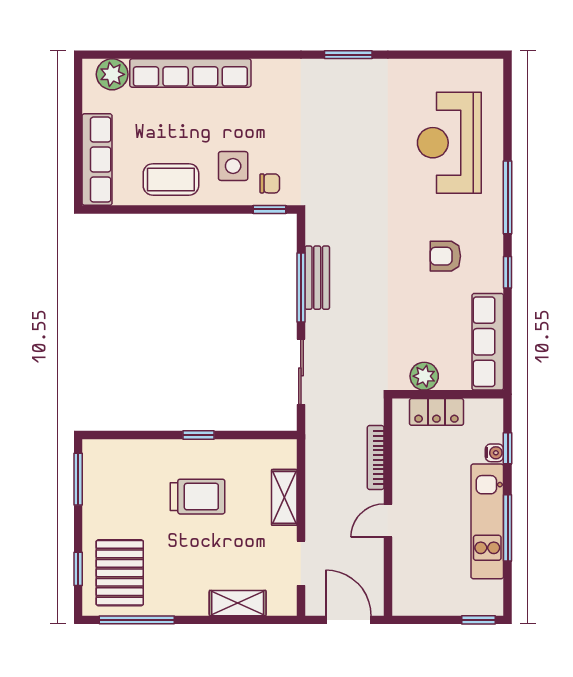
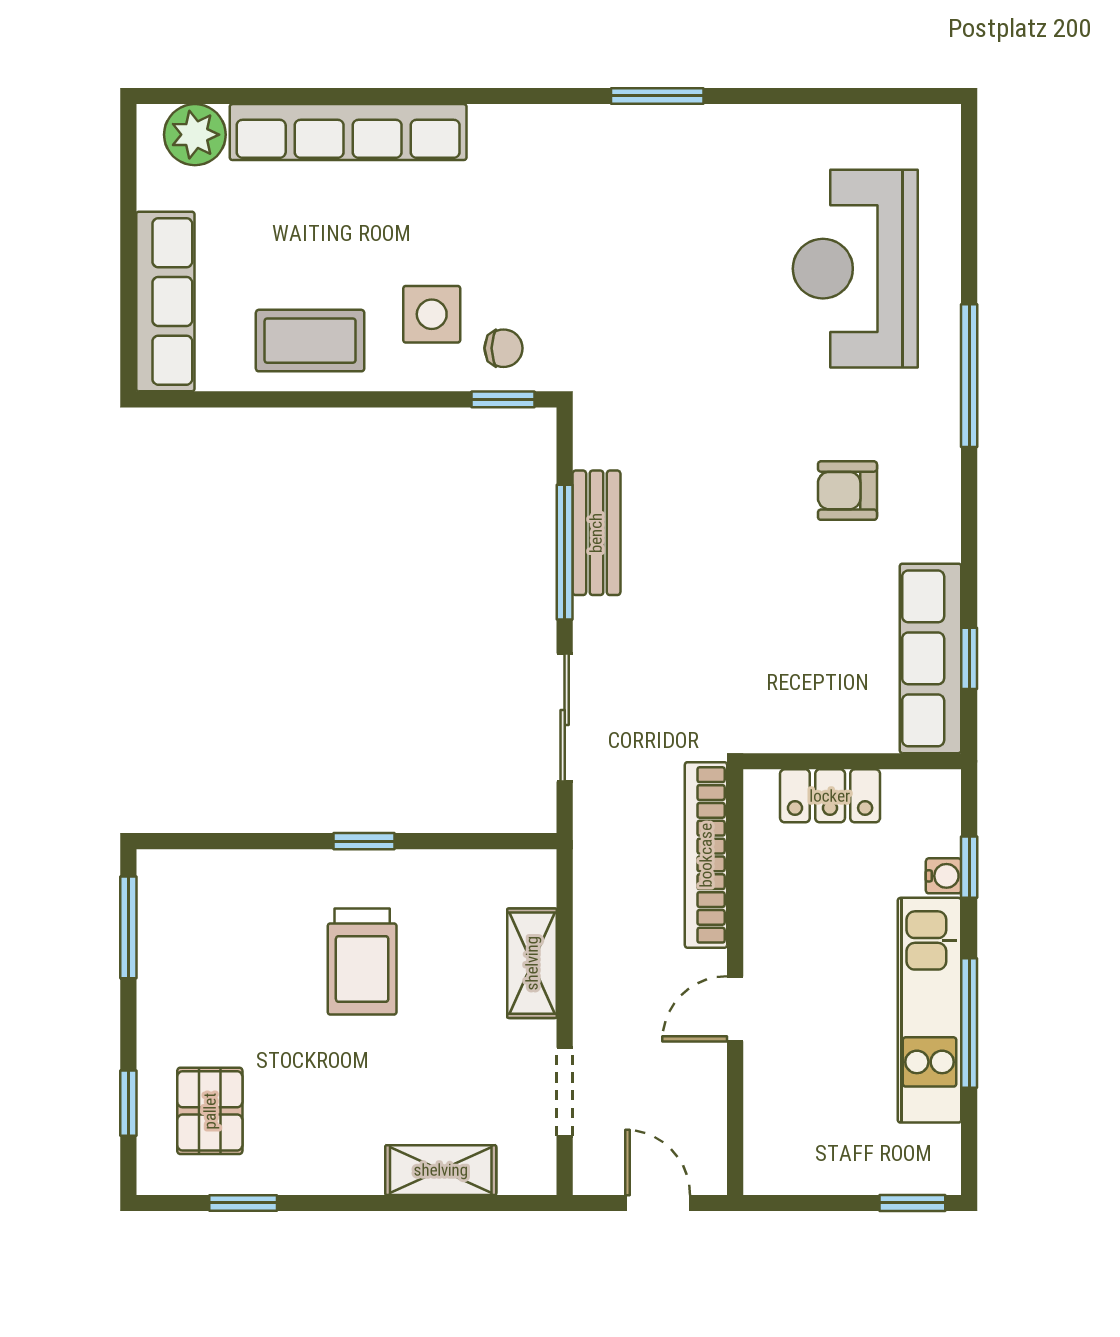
window: (508, 272) -> (969, 658), moved
plant: (424, 376) -> (806, 726), removed
bookcase: (376, 457) -> (706, 855), width x1.48, depth x1.31
trolley: (198, 497) -> (362, 962), turned 90
pallet: (120, 573) -> (210, 1111), width x0.67, depth x0.71
window: (137, 620) -> (243, 1203), width x0.46
door: (348, 620) -> (658, 1203), width x0.73

